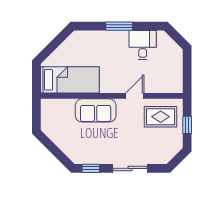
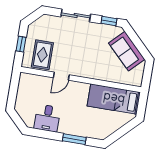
window: (119, 26) -> (74, 139), moved
sofa: (96, 110) -> (127, 51), moved, turned -135
rug: (161, 117) -> (42, 55), turned 90

